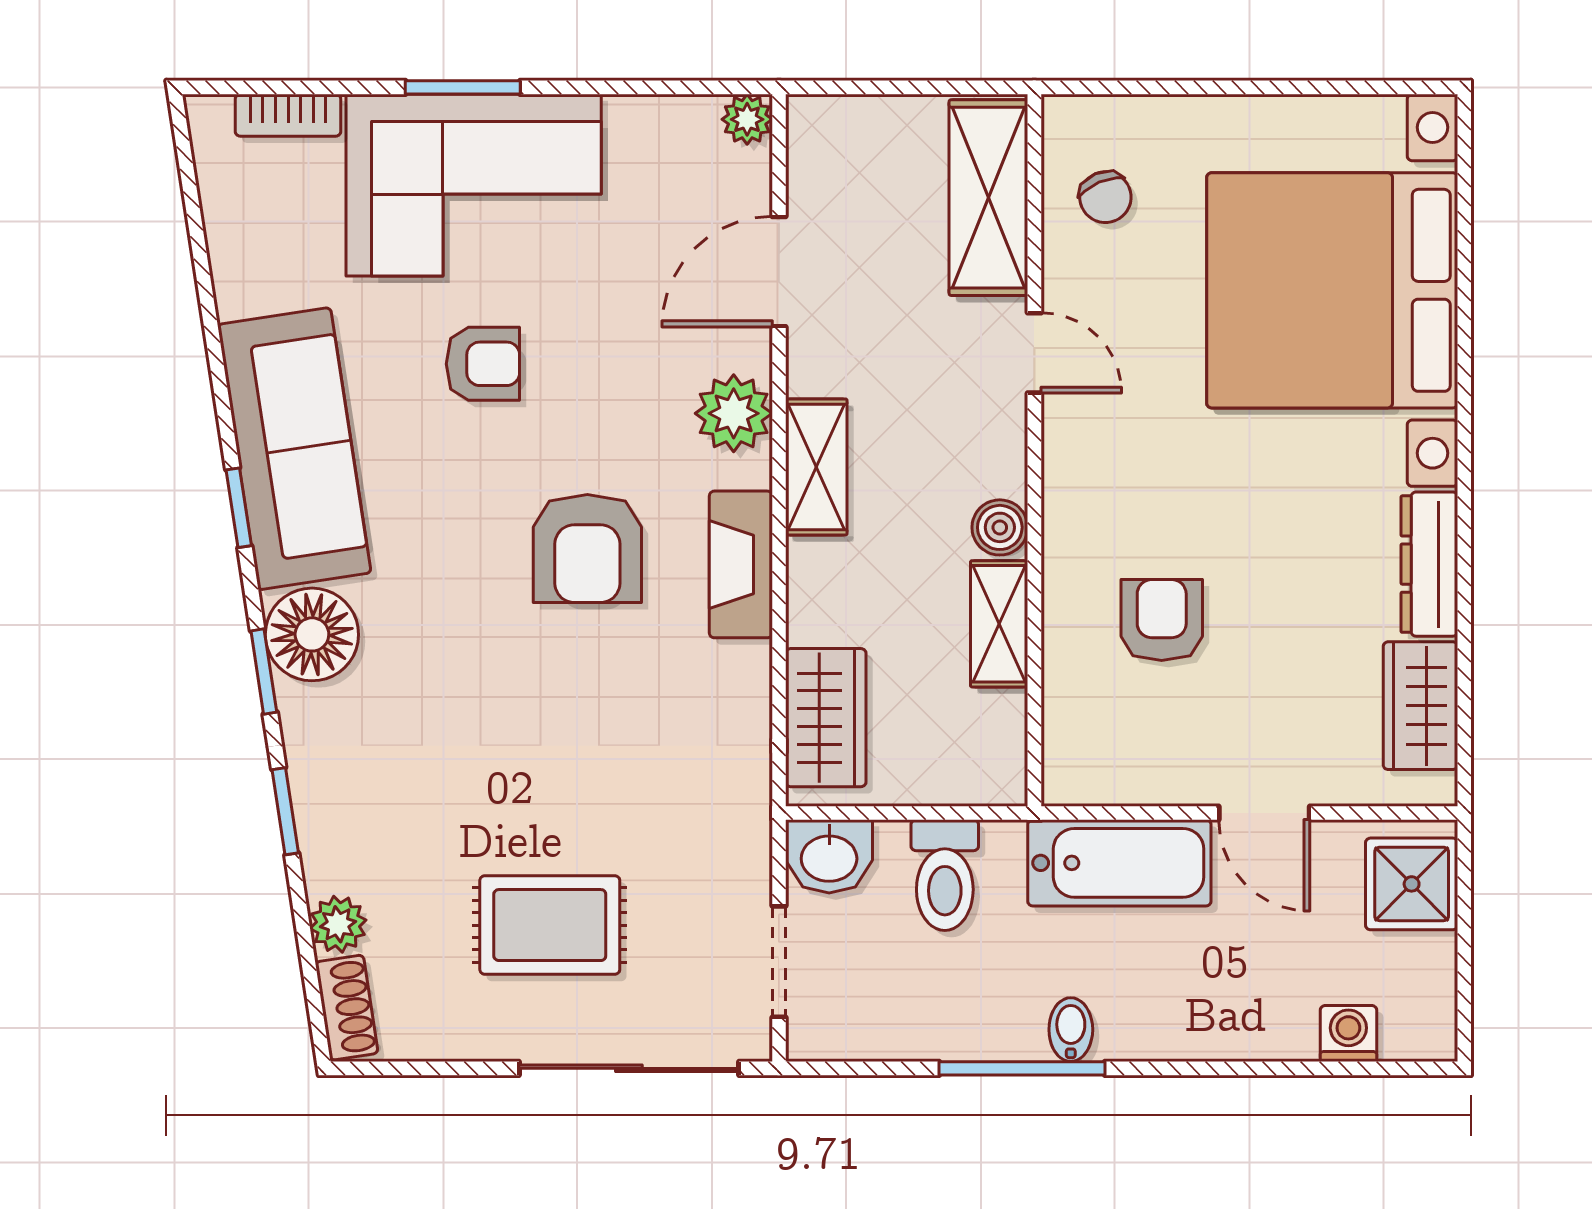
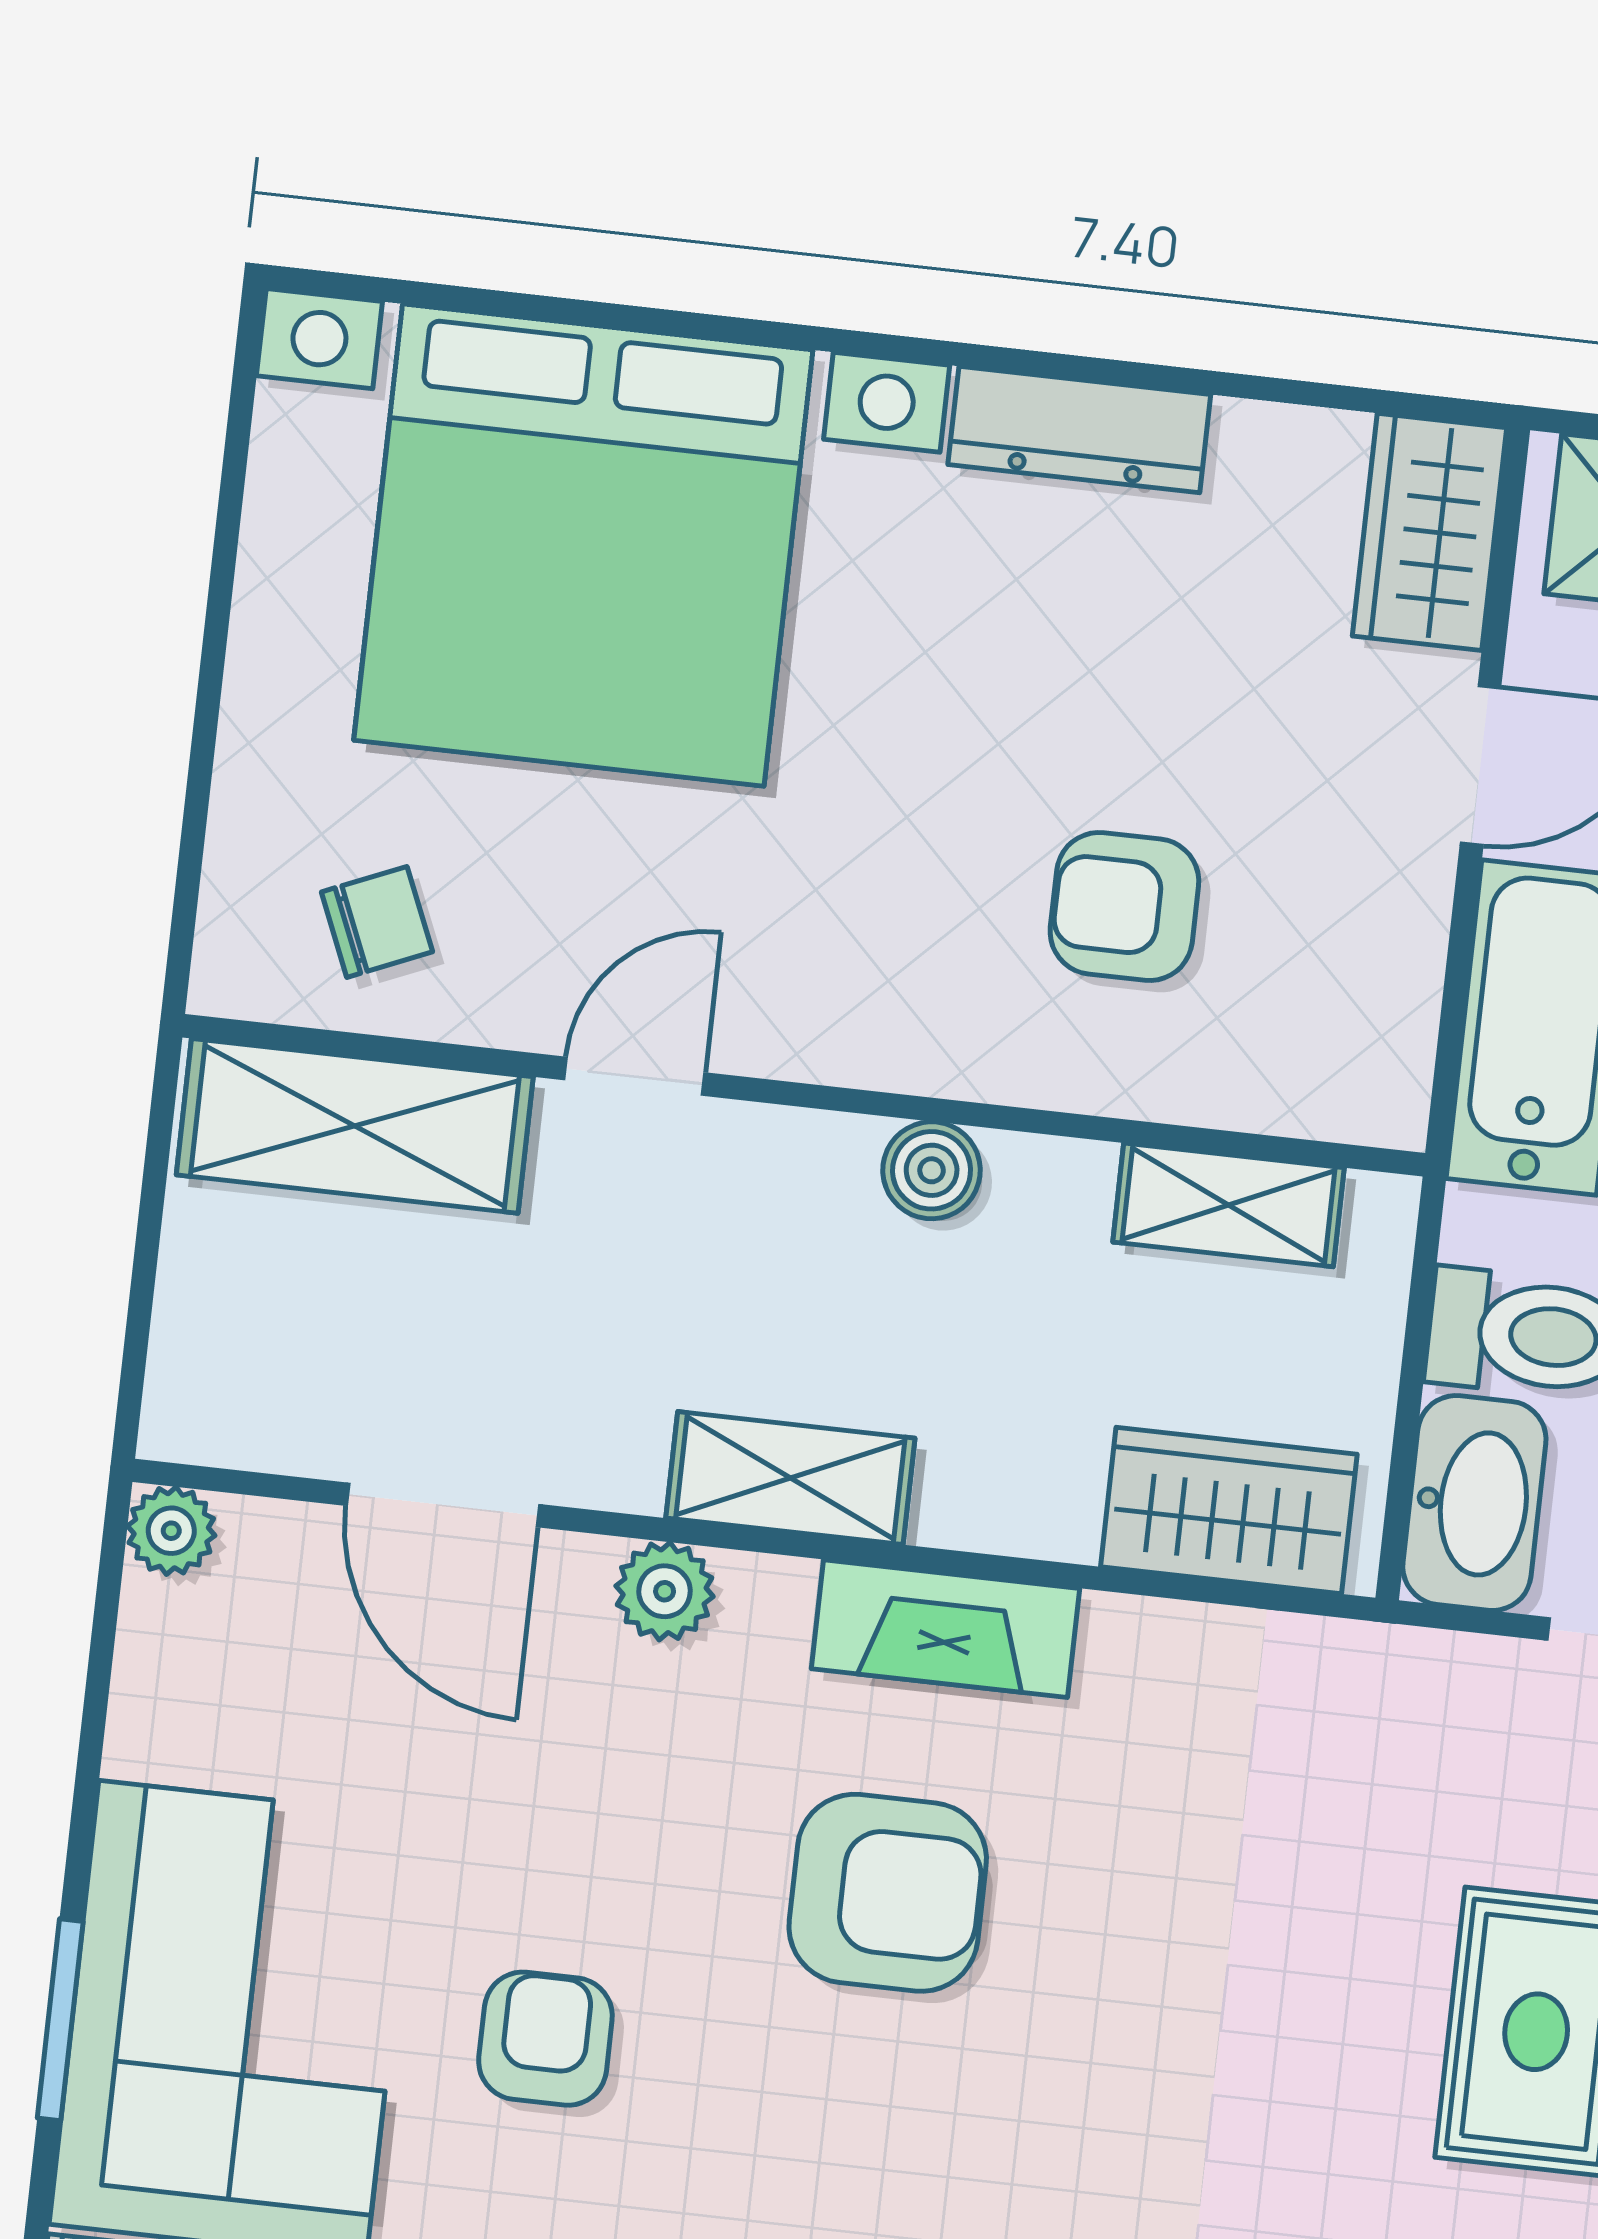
plant: (734, 413) -> (665, 1591), width x0.73, depth x0.73
shelving: (999, 624) -> (1229, 1205), moved
wardrobe: (1420, 706) -> (1429, 532), moved, turned 90
washbasin: (829, 856) -> (1474, 1503), width x1.38

